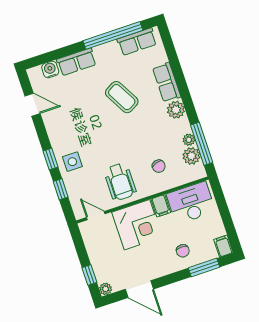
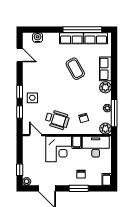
row of seats: (77, 62) -> (71, 38), moved
plant: (191, 156) -> (105, 129), moved
wheelchair: (120, 182) -> (57, 120), turned -73
window: (204, 268) -> (79, 188), moved

